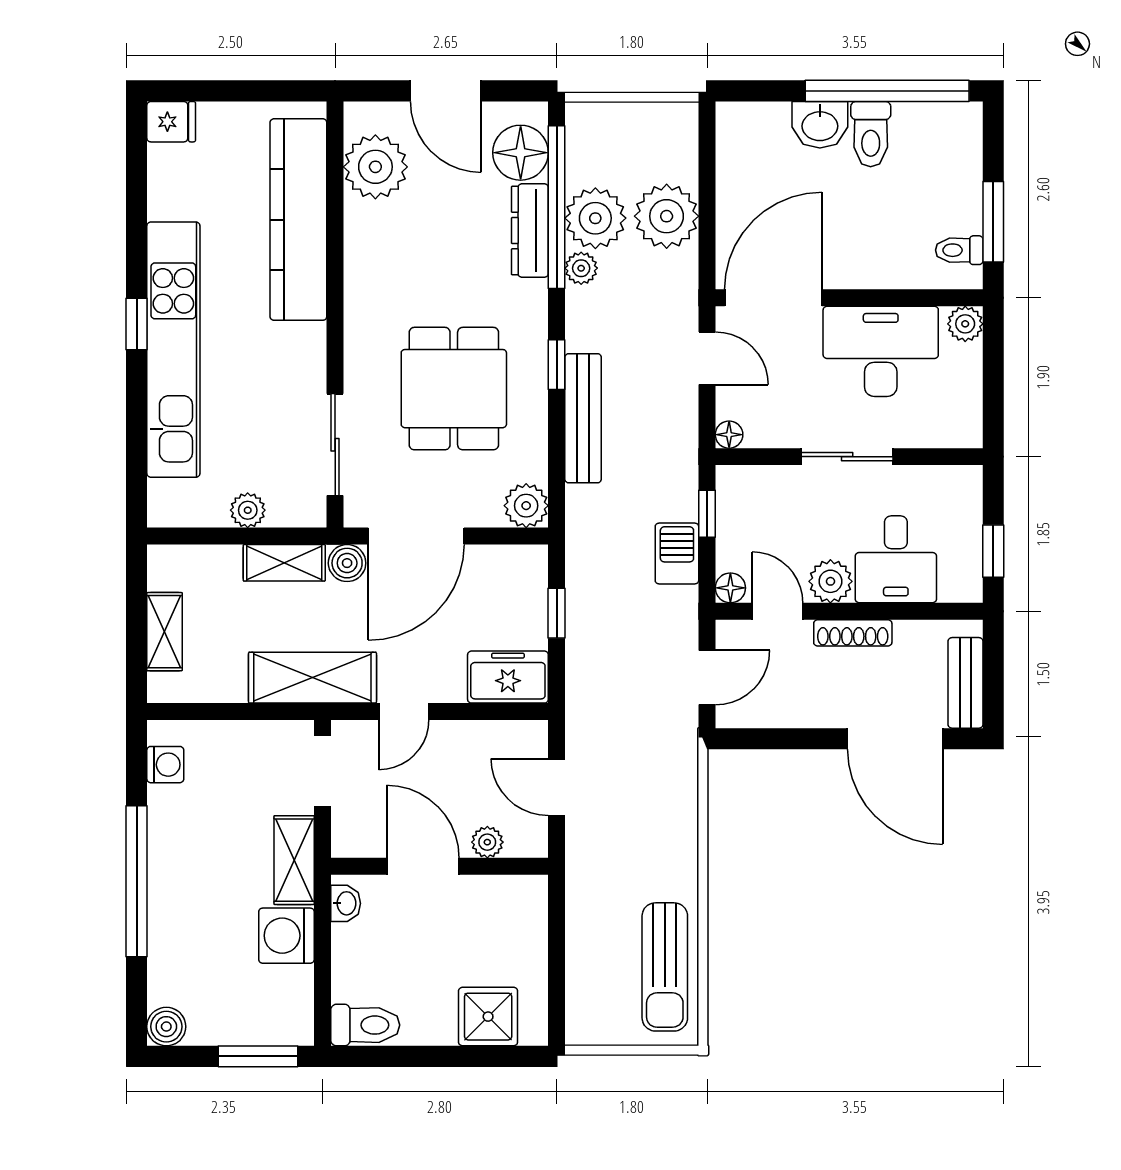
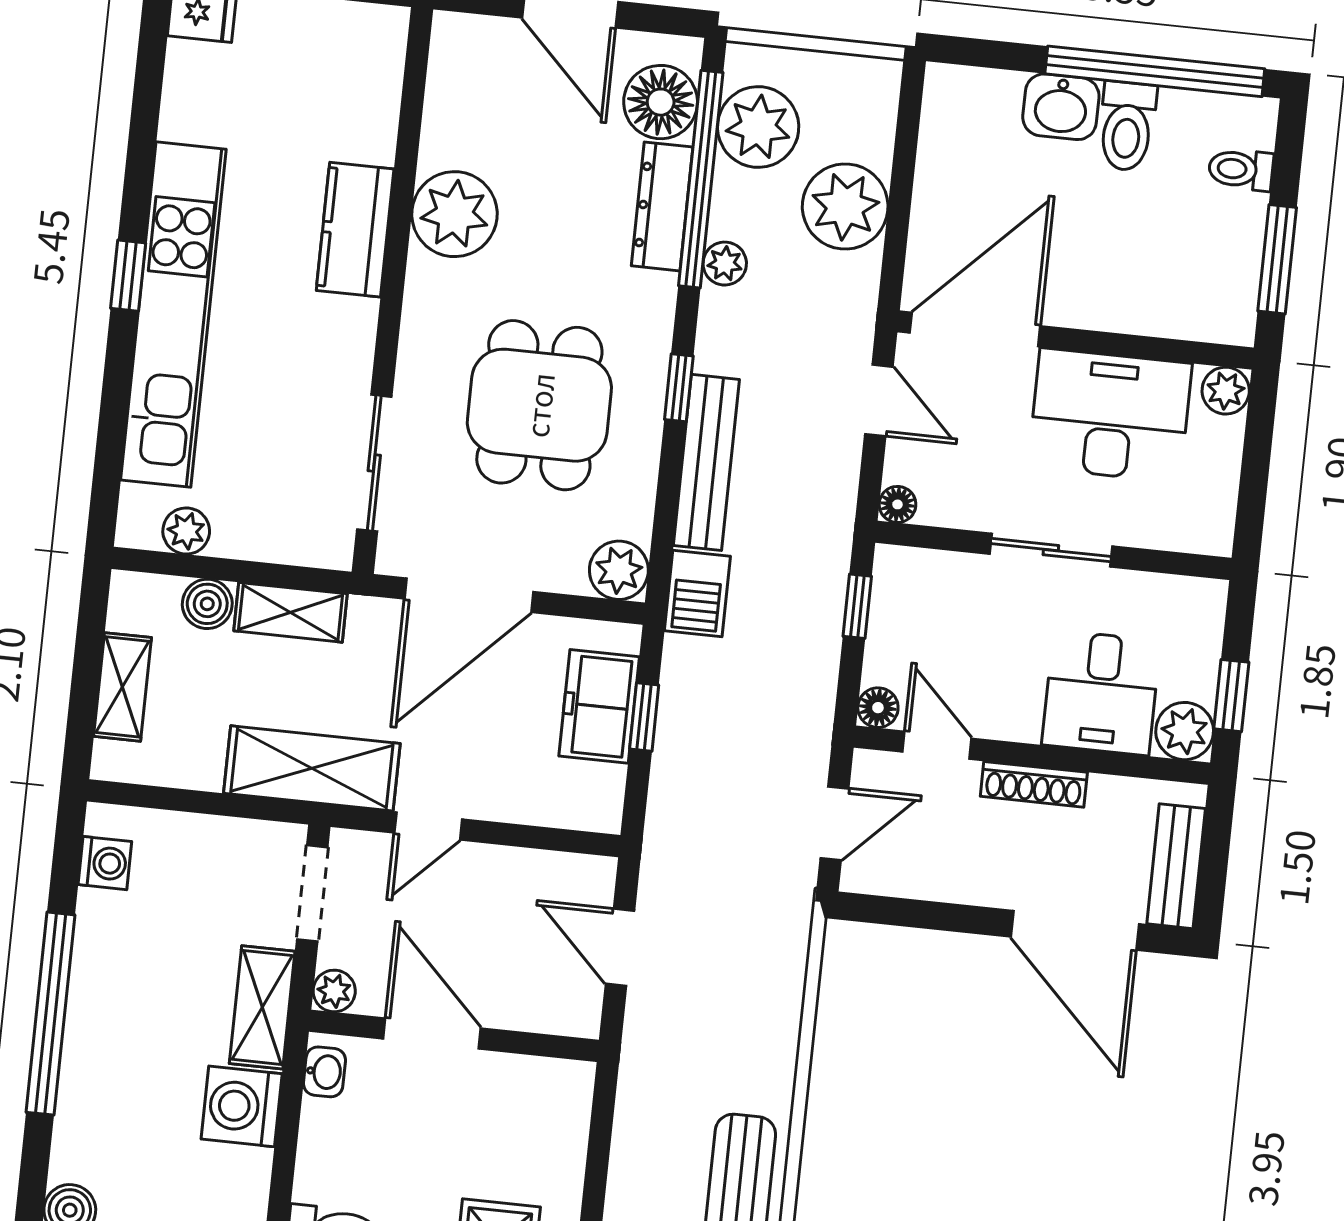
plant: (375, 167) -> (454, 214), moved
plant: (595, 218) -> (758, 127), moved
kitchen counter: (298, 220) -> (355, 230), width x0.48, depth x0.86
toilet: (959, 250) -> (1241, 169), moved
plant: (248, 510) -> (186, 531), moved
barbecue: (677, 553) -> (697, 594), moved, turned 180
boiler: (347, 563) -> (207, 604), moved
plant: (830, 581) -> (1185, 731), moved
freezer: (508, 677) -> (599, 706), moved, turned -90
plant: (487, 842) -> (334, 991), moved

